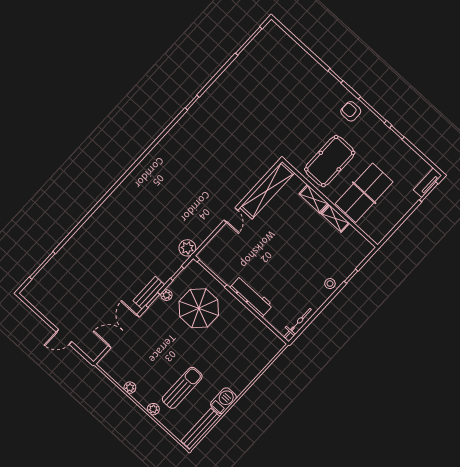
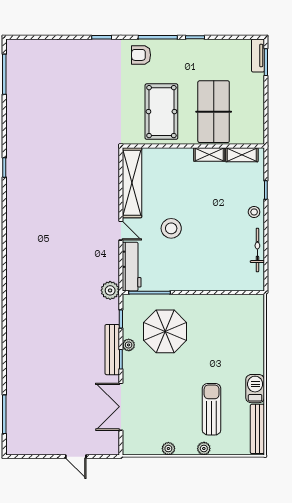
shelving: (314, 199) -> (242, 155), moved
stool: (265, 244) -> (171, 228), added
bench: (149, 293) -> (112, 350), width x1.36
workbench: (251, 296) -> (132, 267), moved, turned 90
bicycle: (297, 323) -> (257, 250), moved
door: (64, 337) -> (76, 457), hinge flipped

